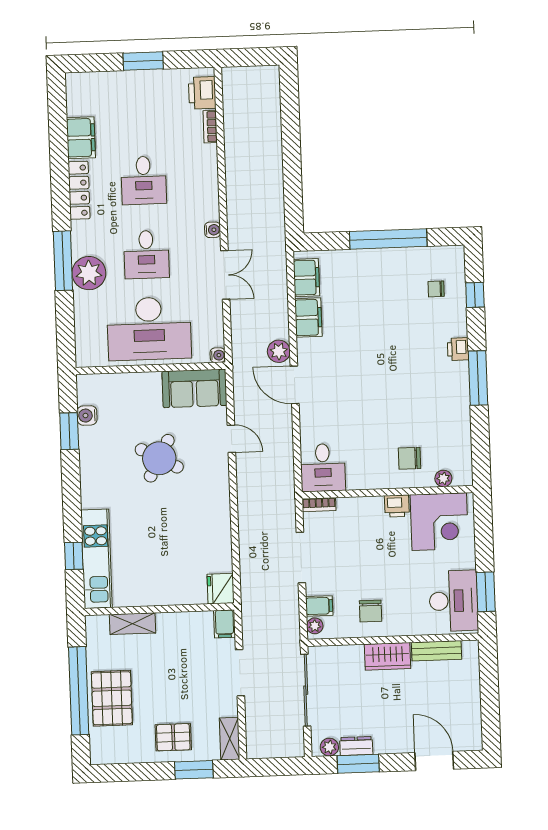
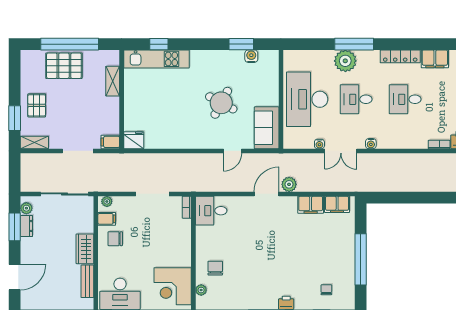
water cooler: (218, 355) -> (319, 144), moved
printer: (397, 506) -> (184, 259), removed
filing cabinet: (319, 606) -> (107, 219), moved, turned -90

